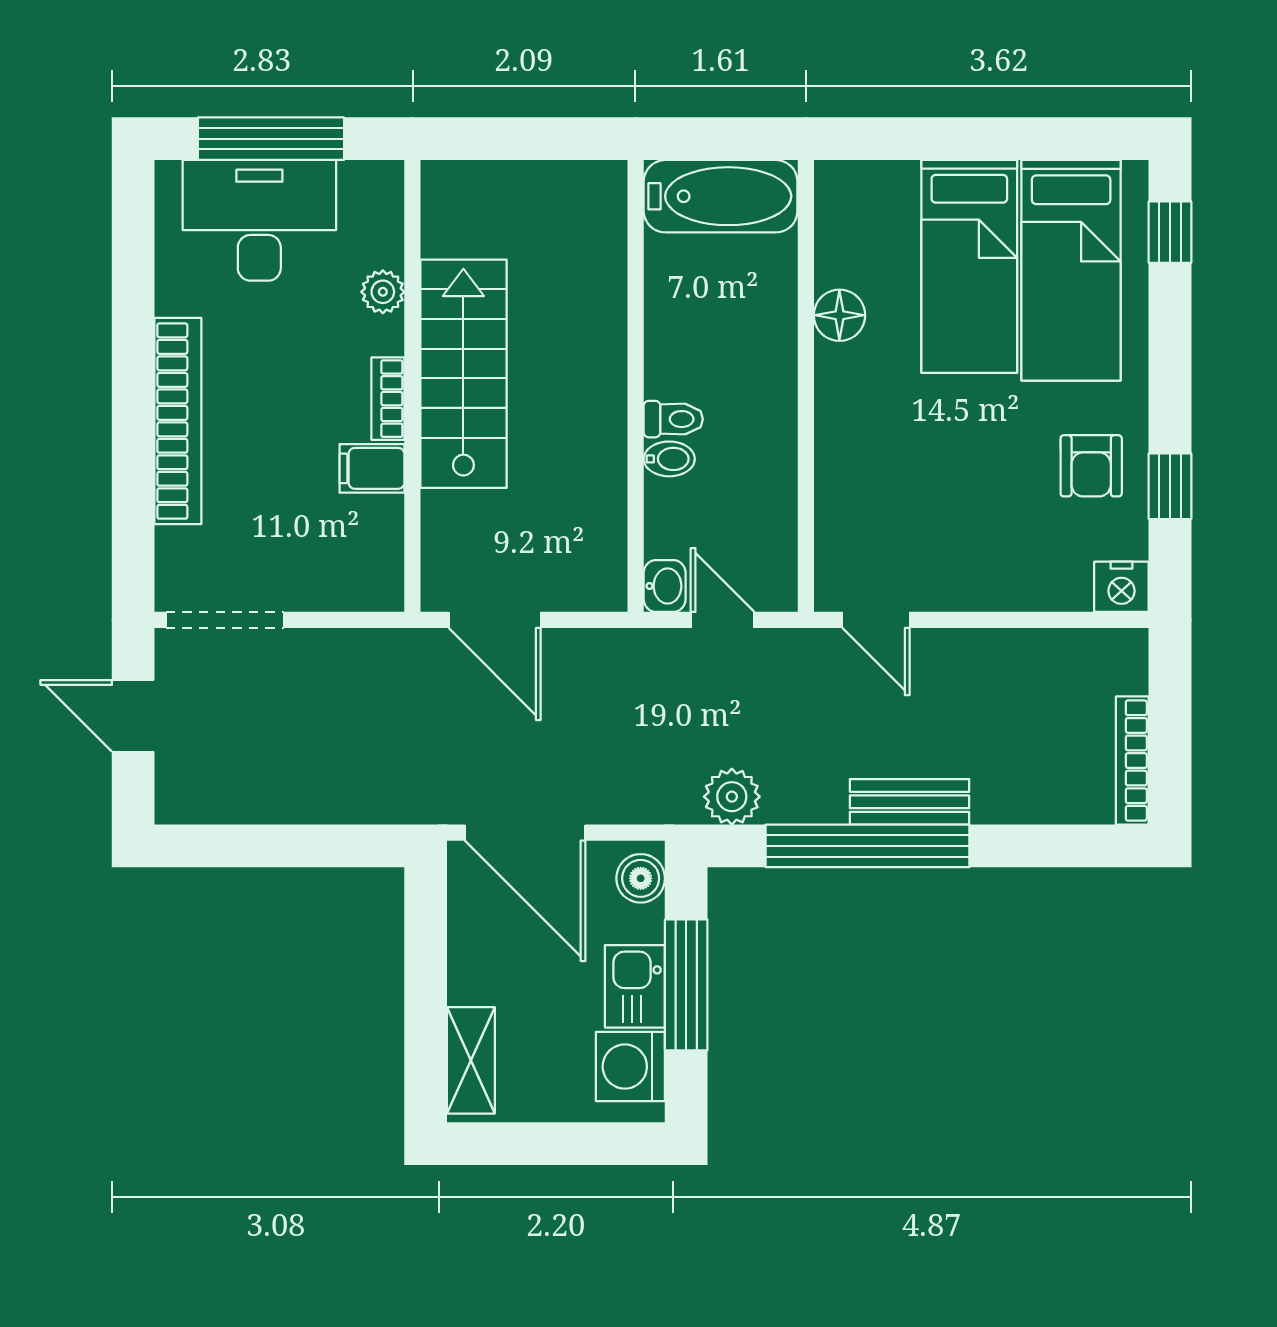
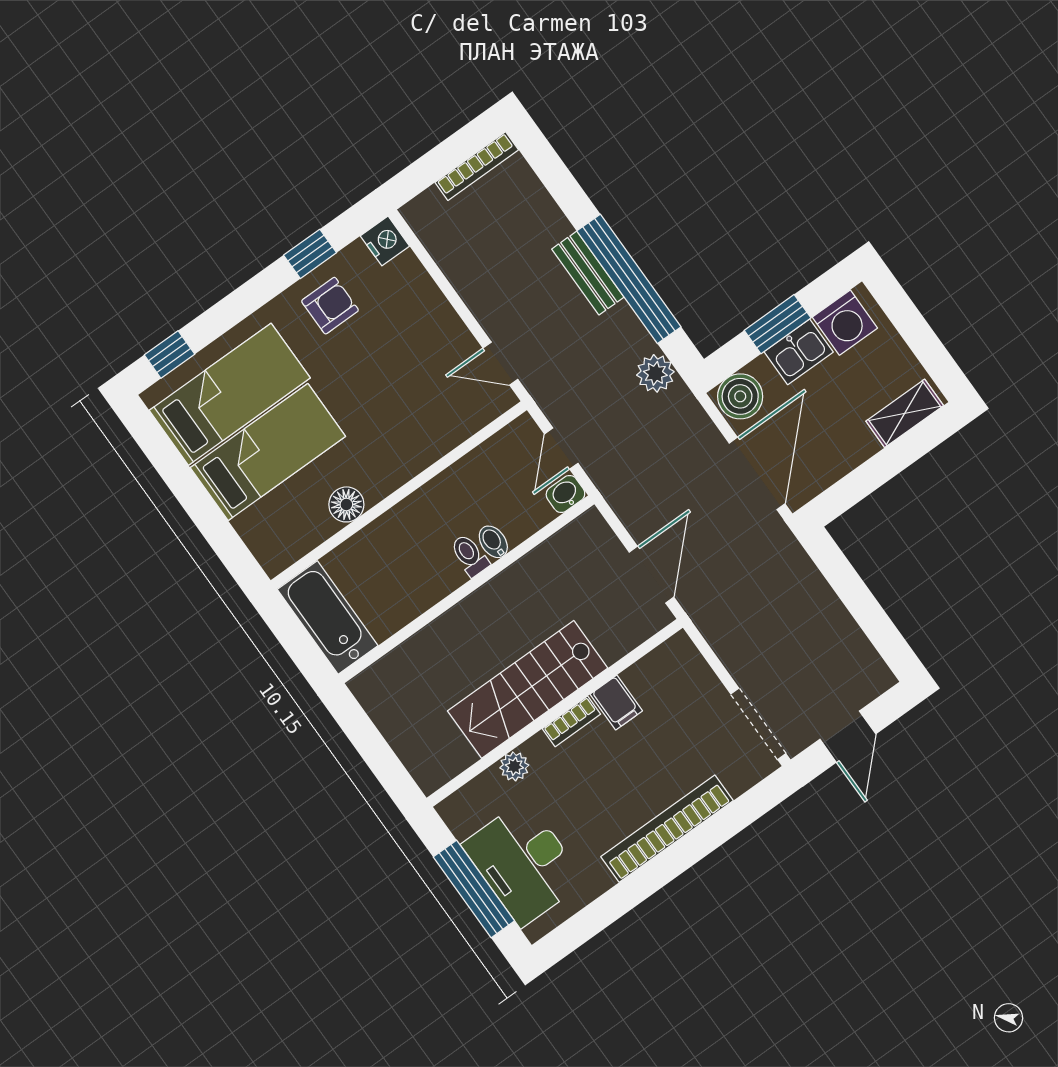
door: (876, 620) -> (500, 364), swing flipped
boiler: (641, 878) -> (740, 396), width x1.36, depth x1.36
window: (686, 985) -> (778, 324), width x0.69

